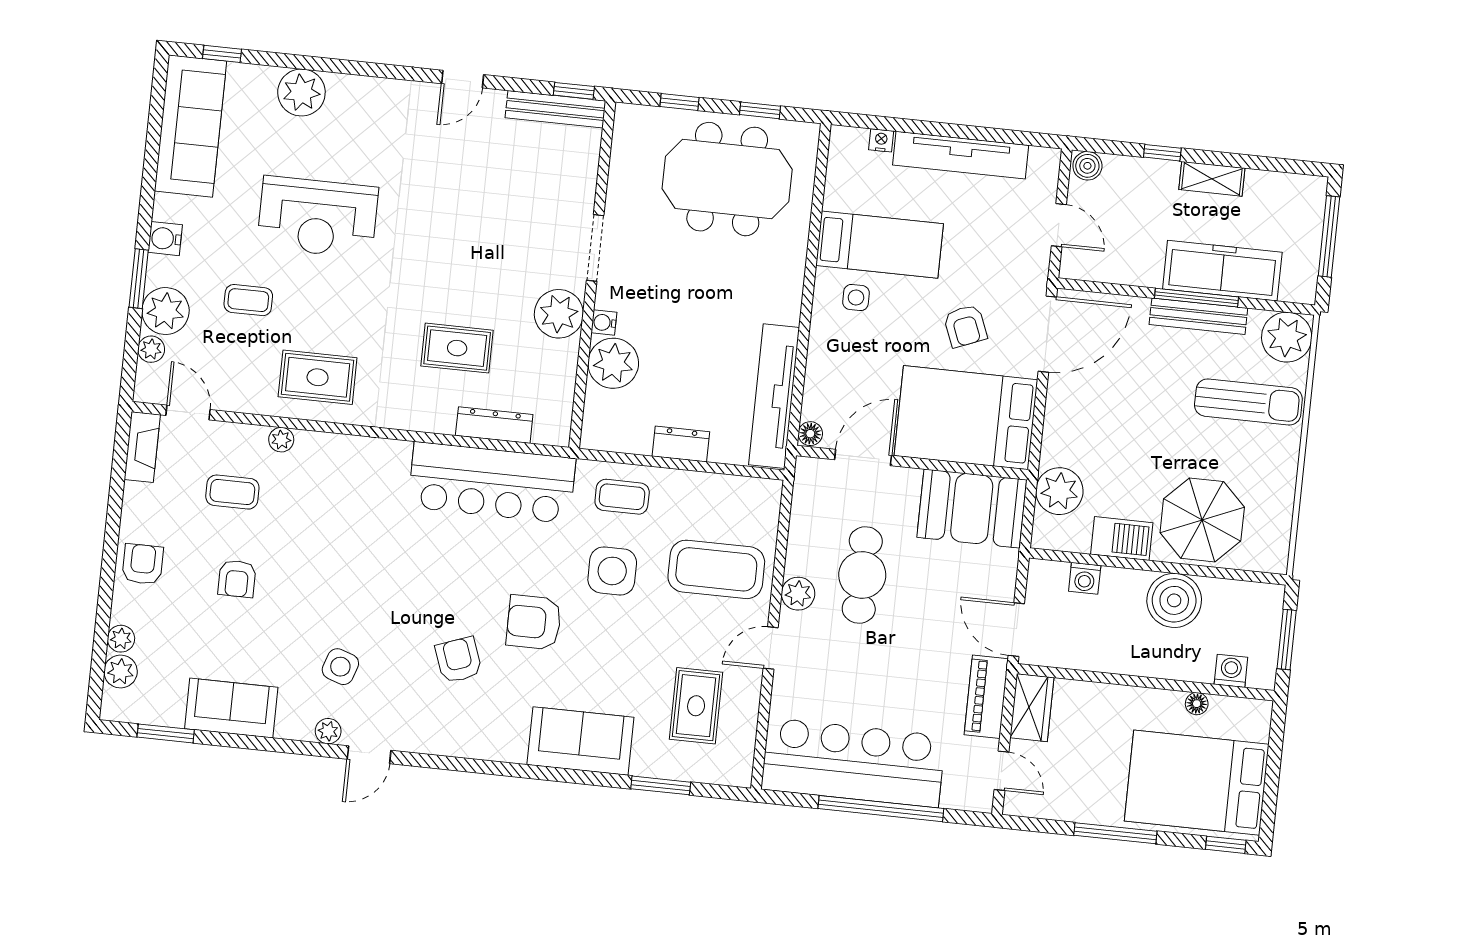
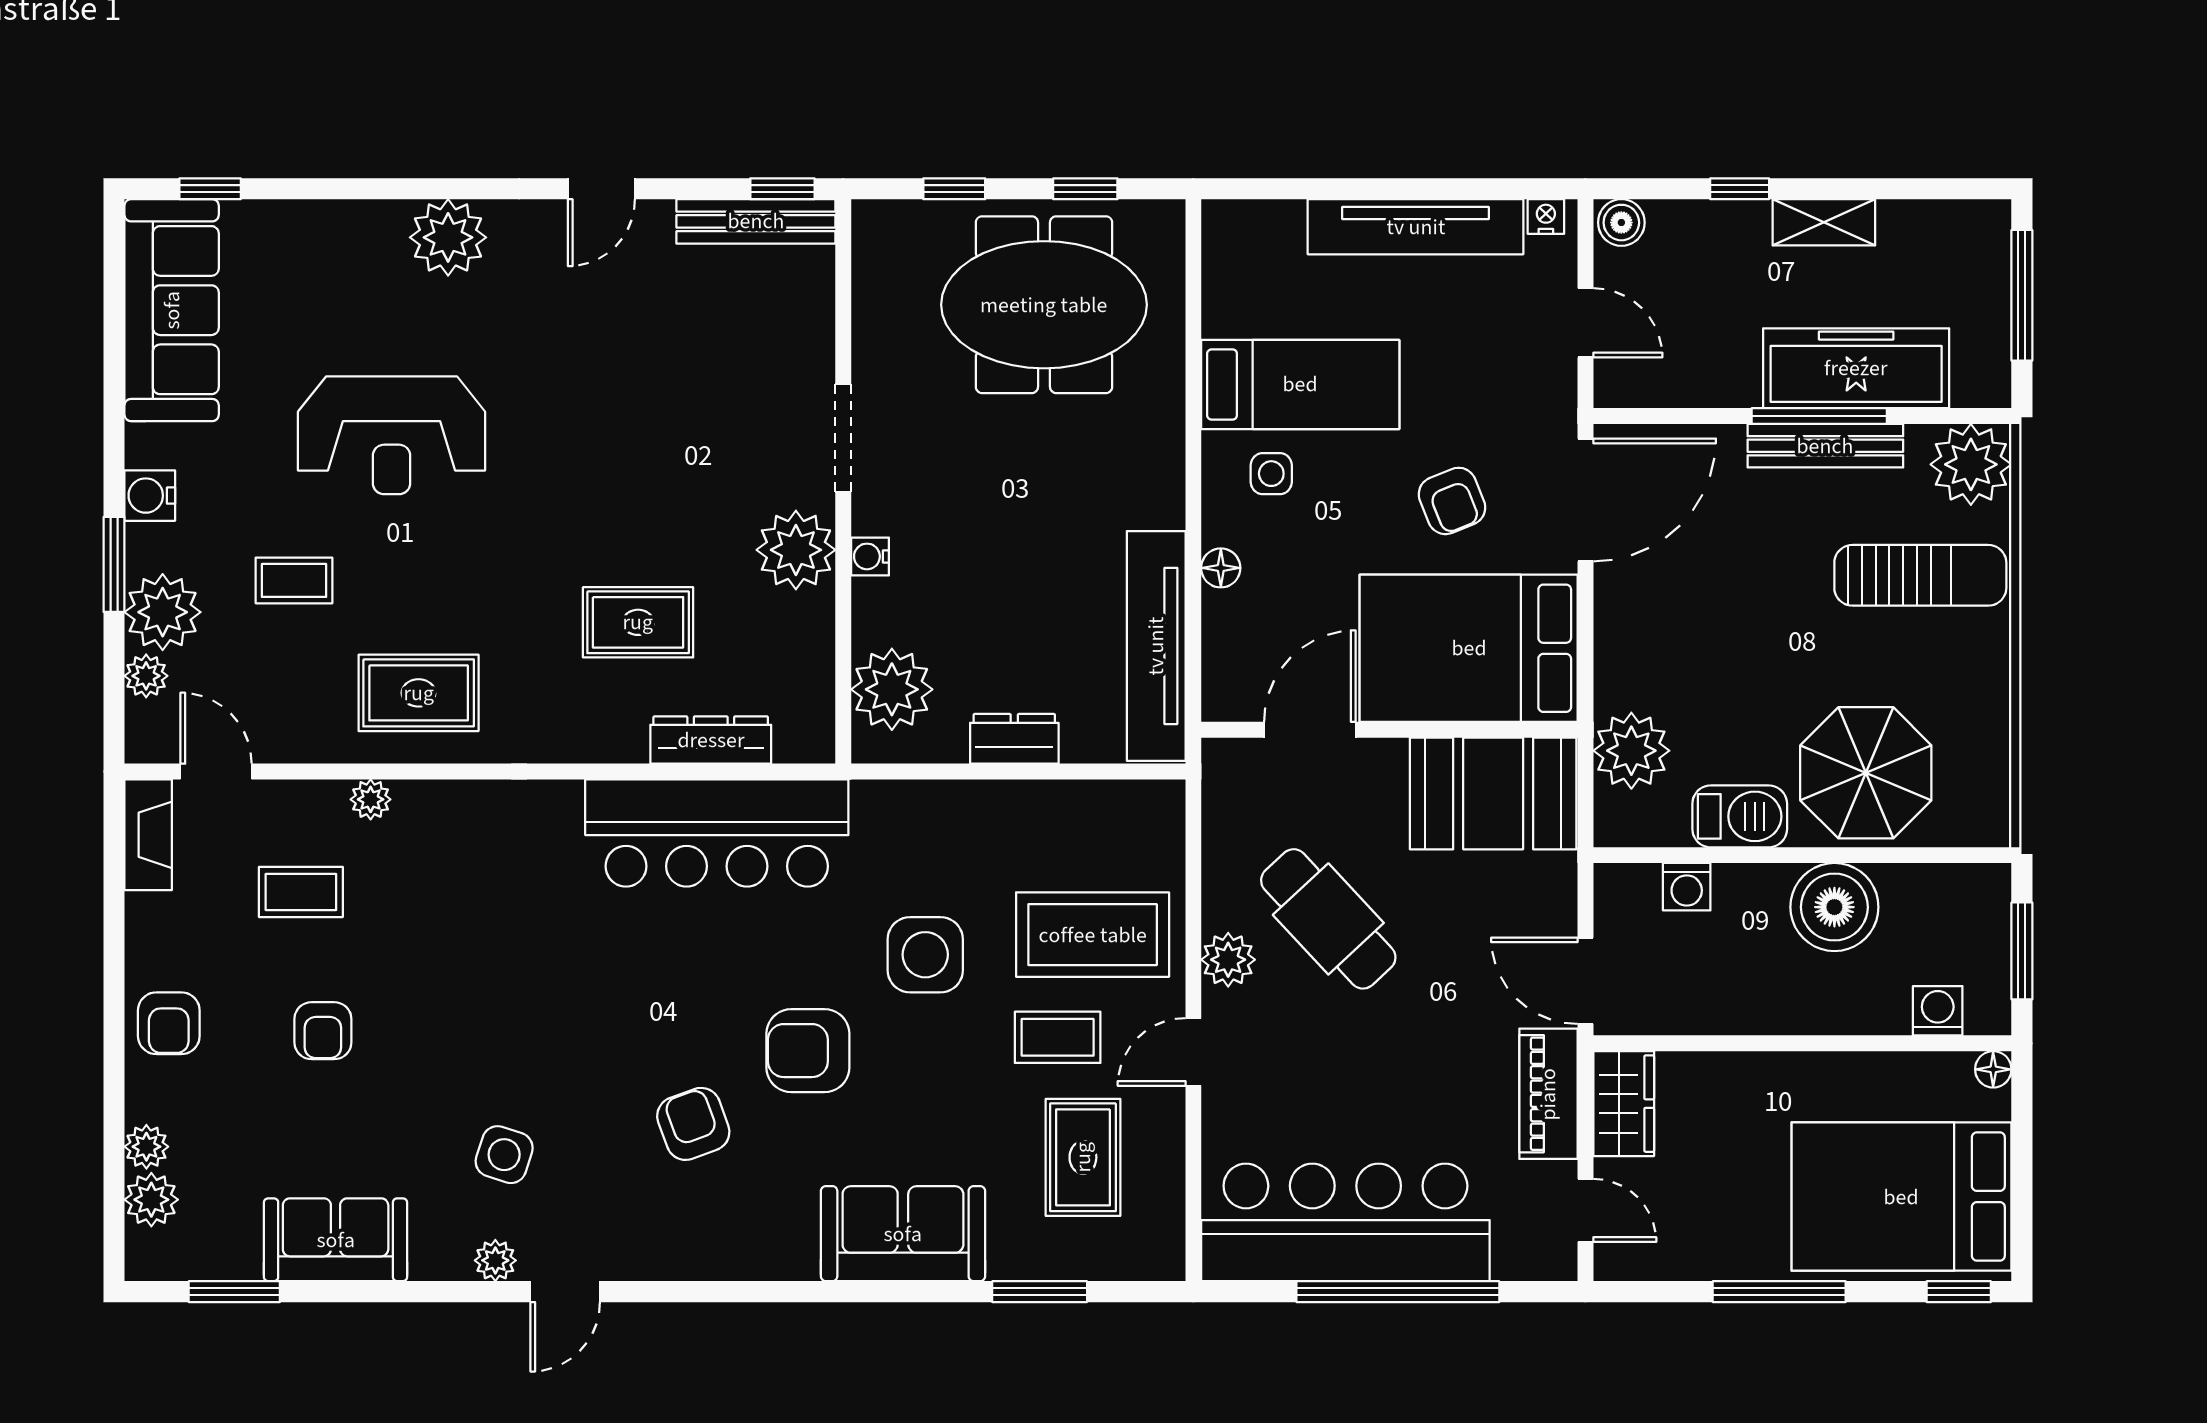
plant: (301, 92) -> (448, 237), moved
nightstand: (881, 140) -> (1546, 217), moved
plant: (613, 363) -> (892, 689), moved
floor lamp: (810, 434) -> (1221, 568), moved
coffee table: (622, 497) -> (1058, 1037), moved
armchair: (143, 564) -> (169, 1023), turned 180
cafe table: (862, 575) -> (1328, 919), turned -43
floor lamp: (1197, 704) -> (1993, 1069), moved

